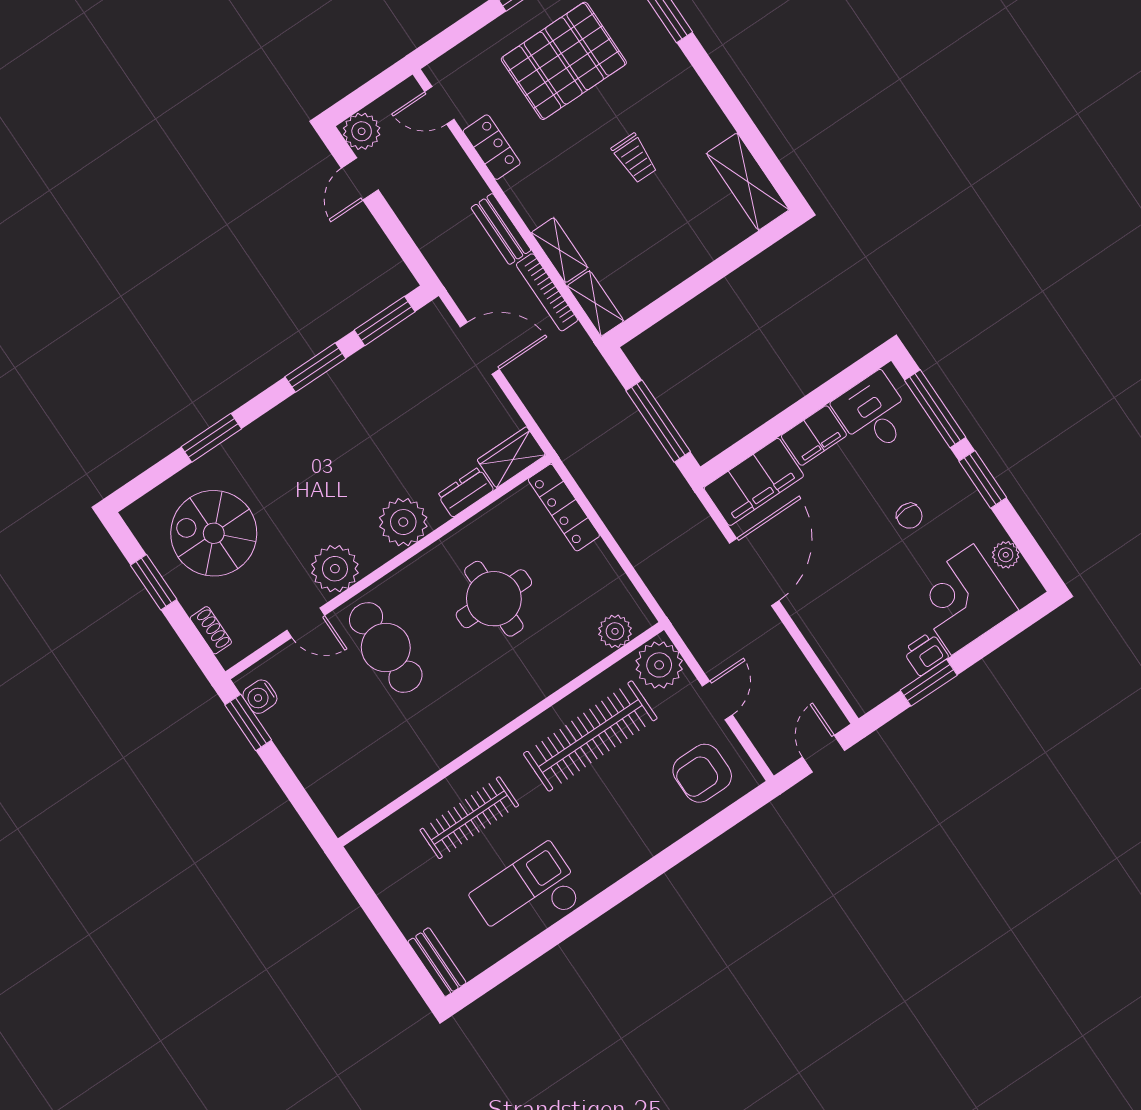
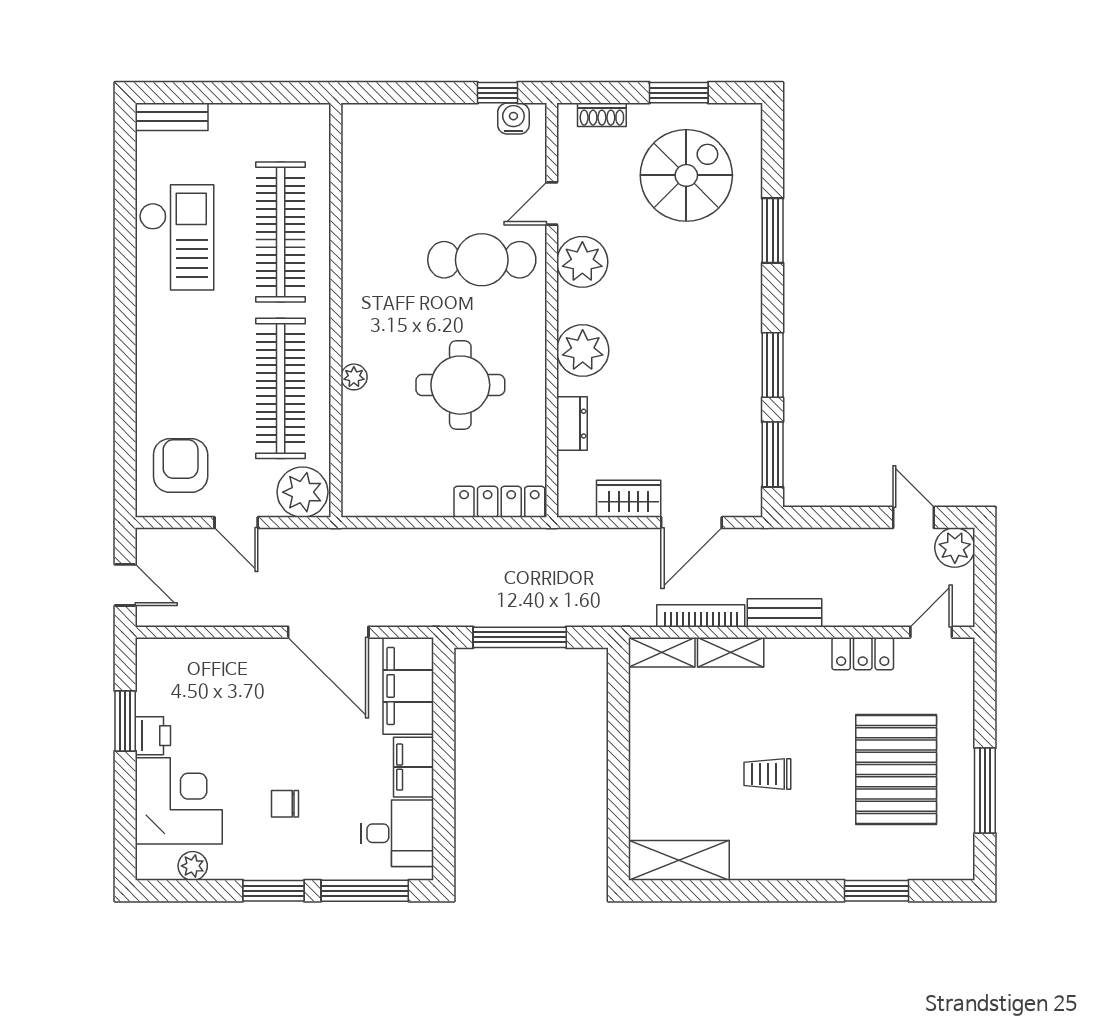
wardrobe: (511, 457) -> (629, 499), moved, turned -90
plant: (615, 631) -> (354, 377), moved, width x0.73, depth x0.73
window: (248, 723) -> (498, 93), width x0.67
clothes rail: (469, 818) -> (281, 232), width x1.37, depth x1.31

